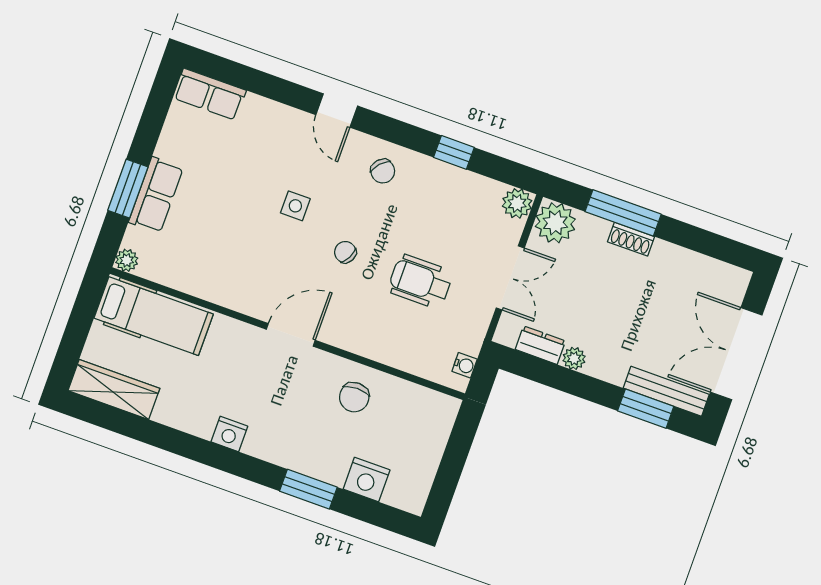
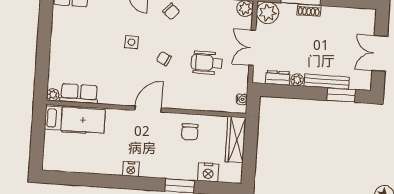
window: (128, 189) -> (43, 58), removed
row of seats: (156, 195) -> (79, 94), moved, turned -90
double door: (510, 278) -> (252, 48), swing flipped
double door: (736, 354) -> (380, 53), width x0.73
wardrobe: (114, 389) -> (236, 140), moved, turned -90
bench: (666, 391) -> (327, 82), moved

